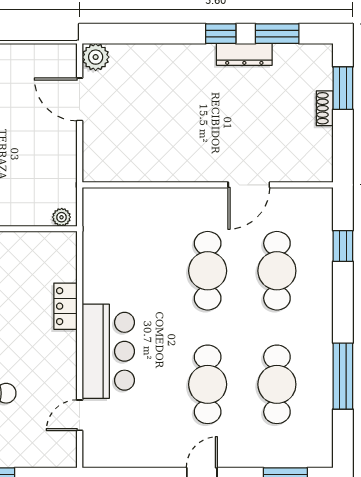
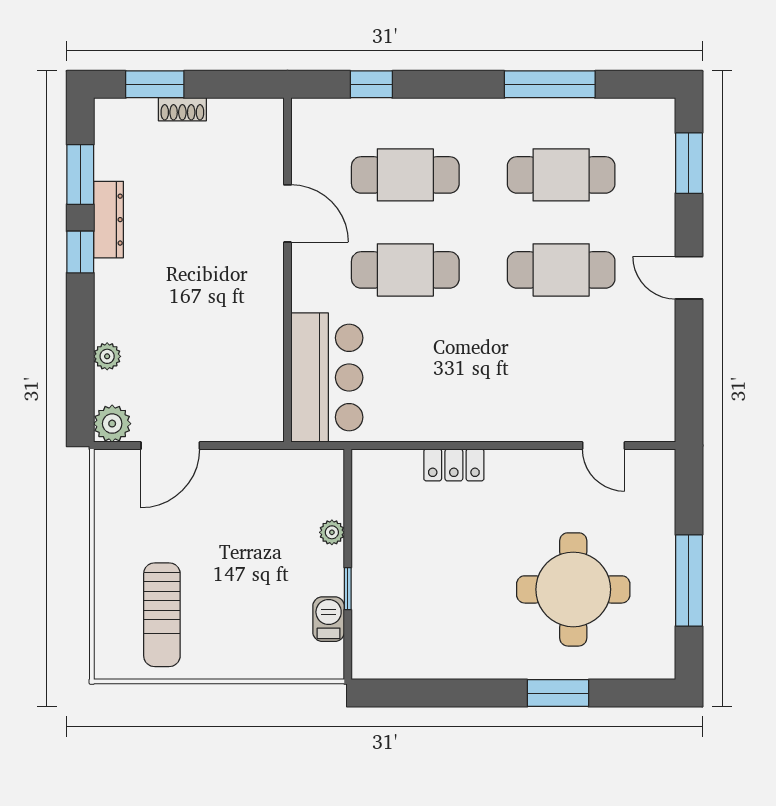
plant: (145, 53) -> (107, 356), added
plant: (62, 217) -> (332, 532), moved
bar counter: (108, 351) -> (327, 377), moved, turned 90

